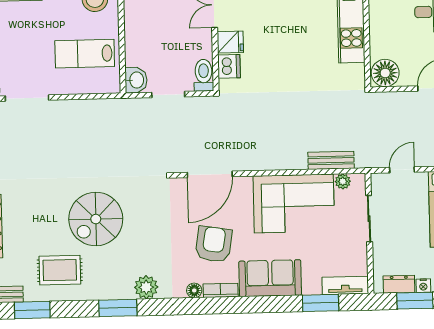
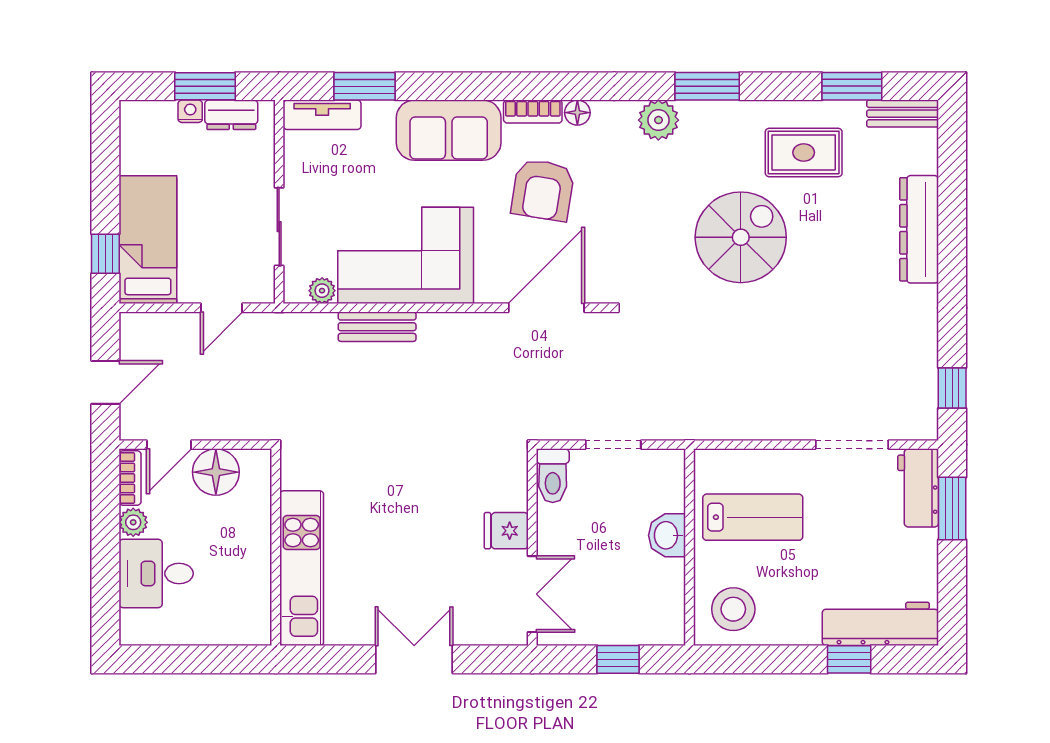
dishwasher: (229, 66) -> (509, 490), removed
floor lamp: (385, 73) -> (216, 472), moved
washbasin: (136, 80) -> (667, 535), moved
bench: (331, 160) -> (377, 327), moved

